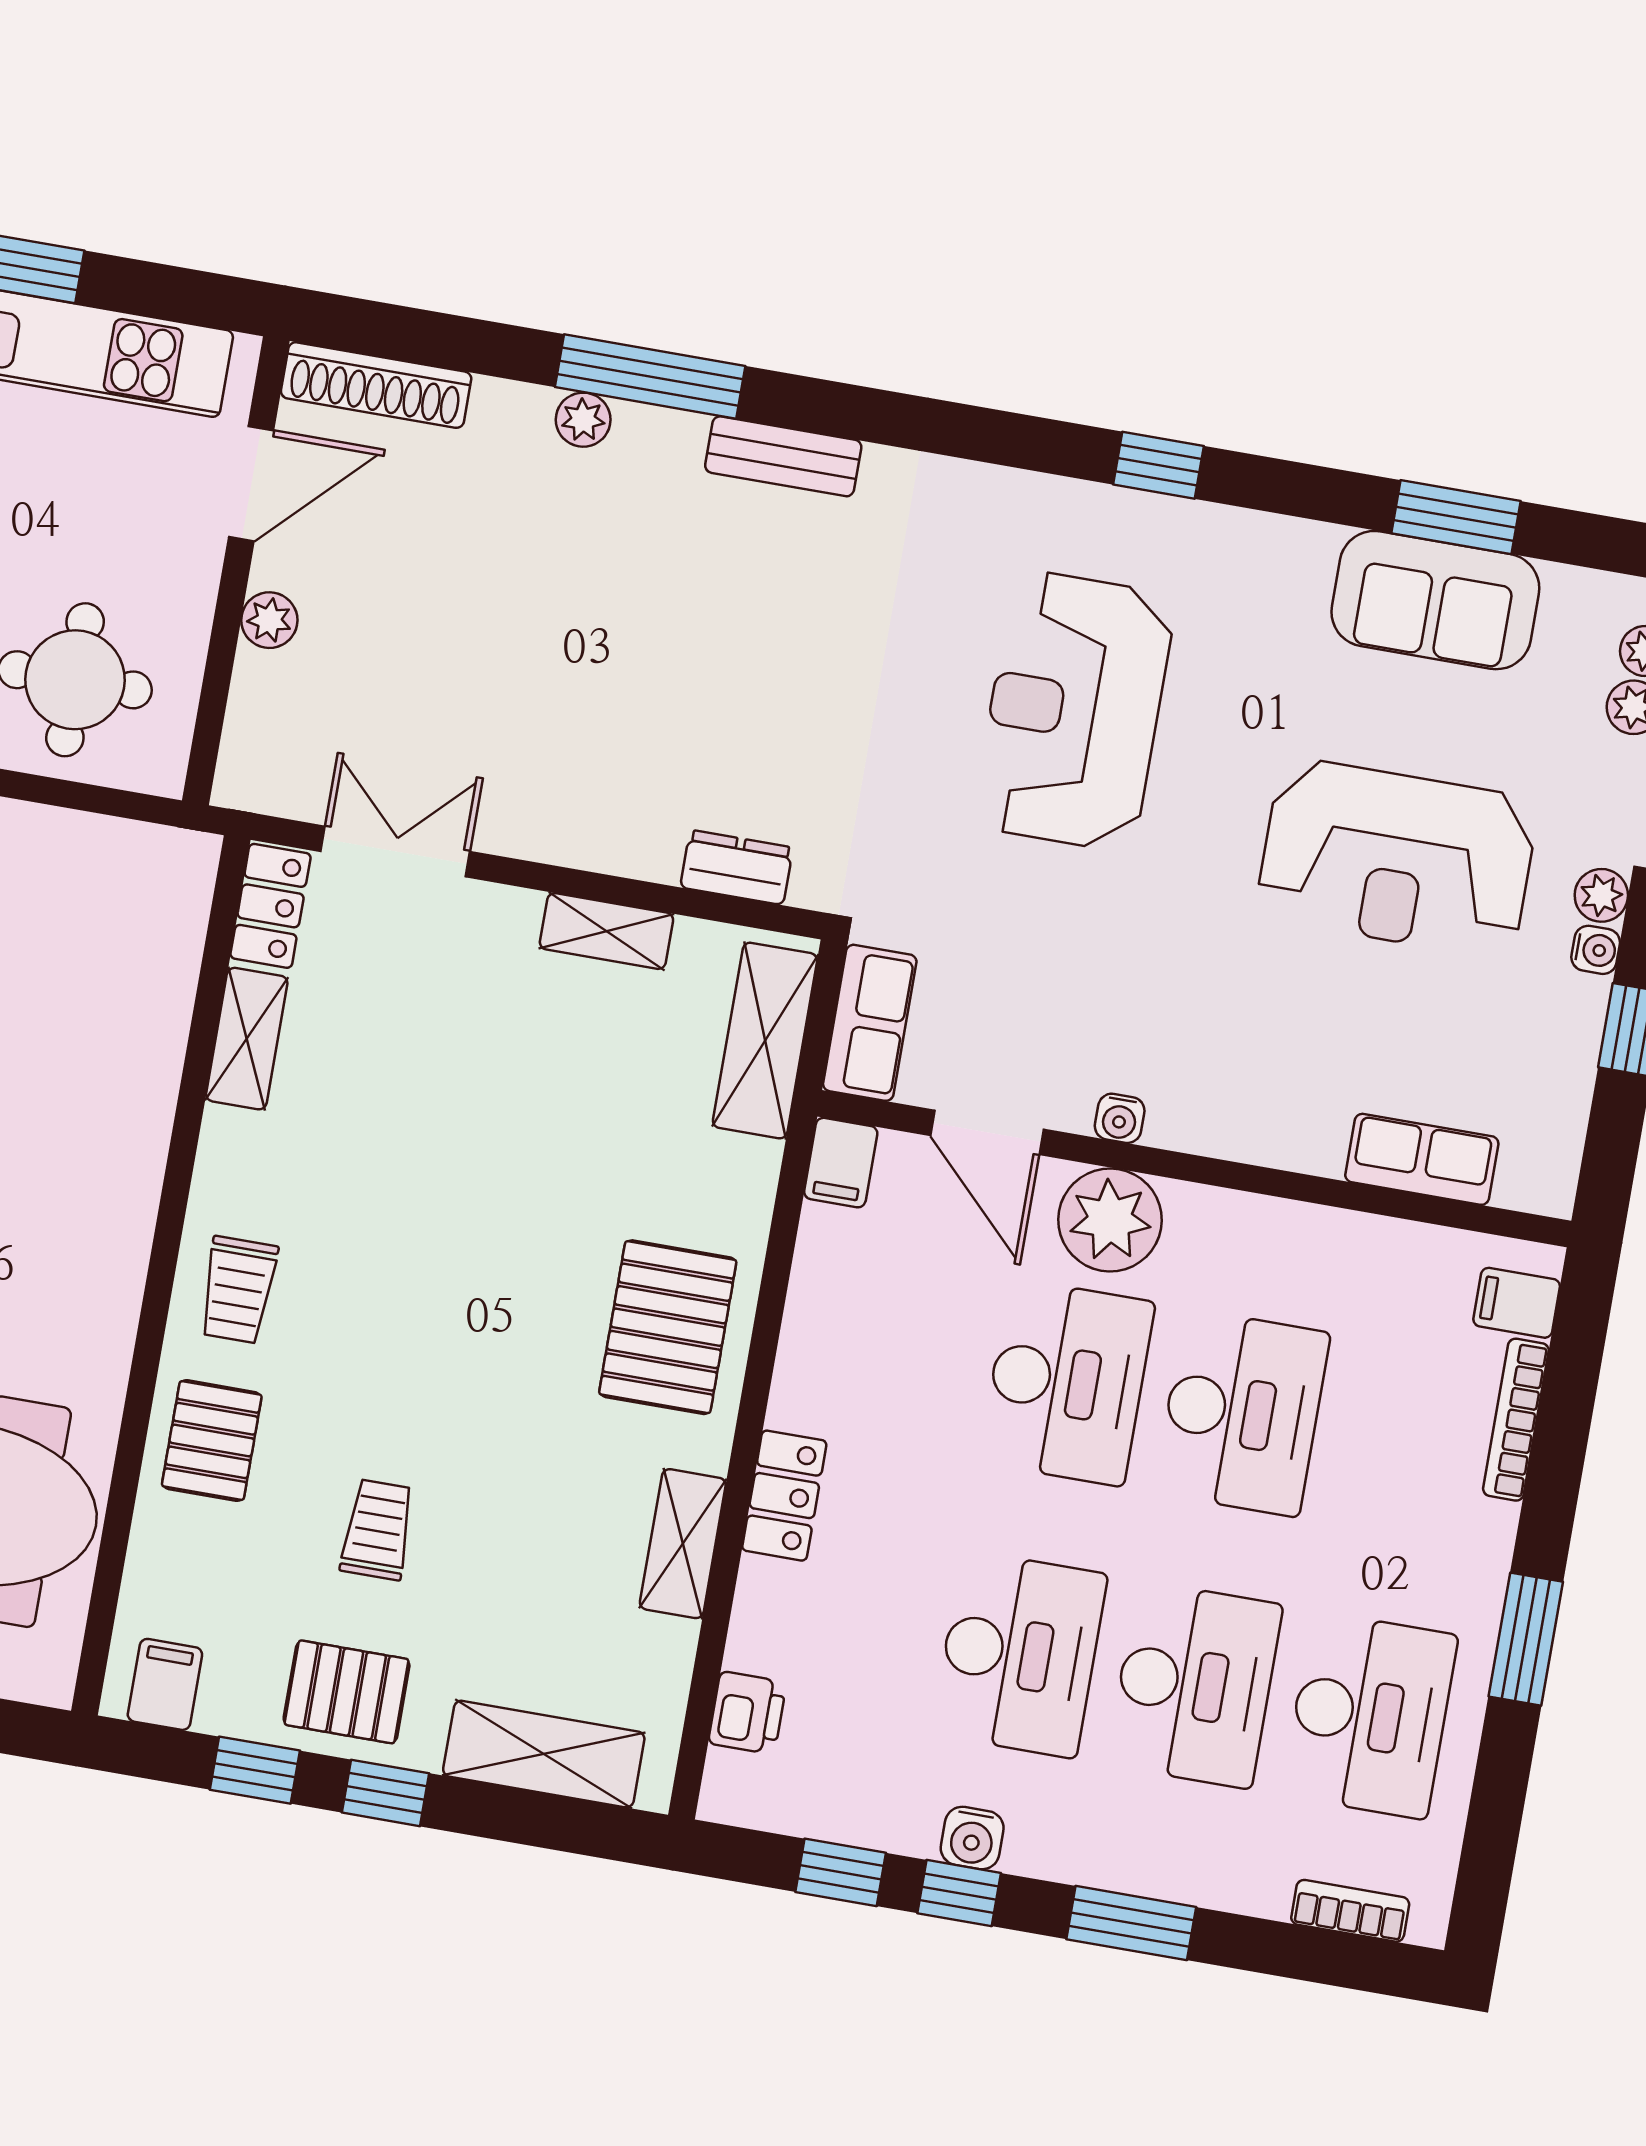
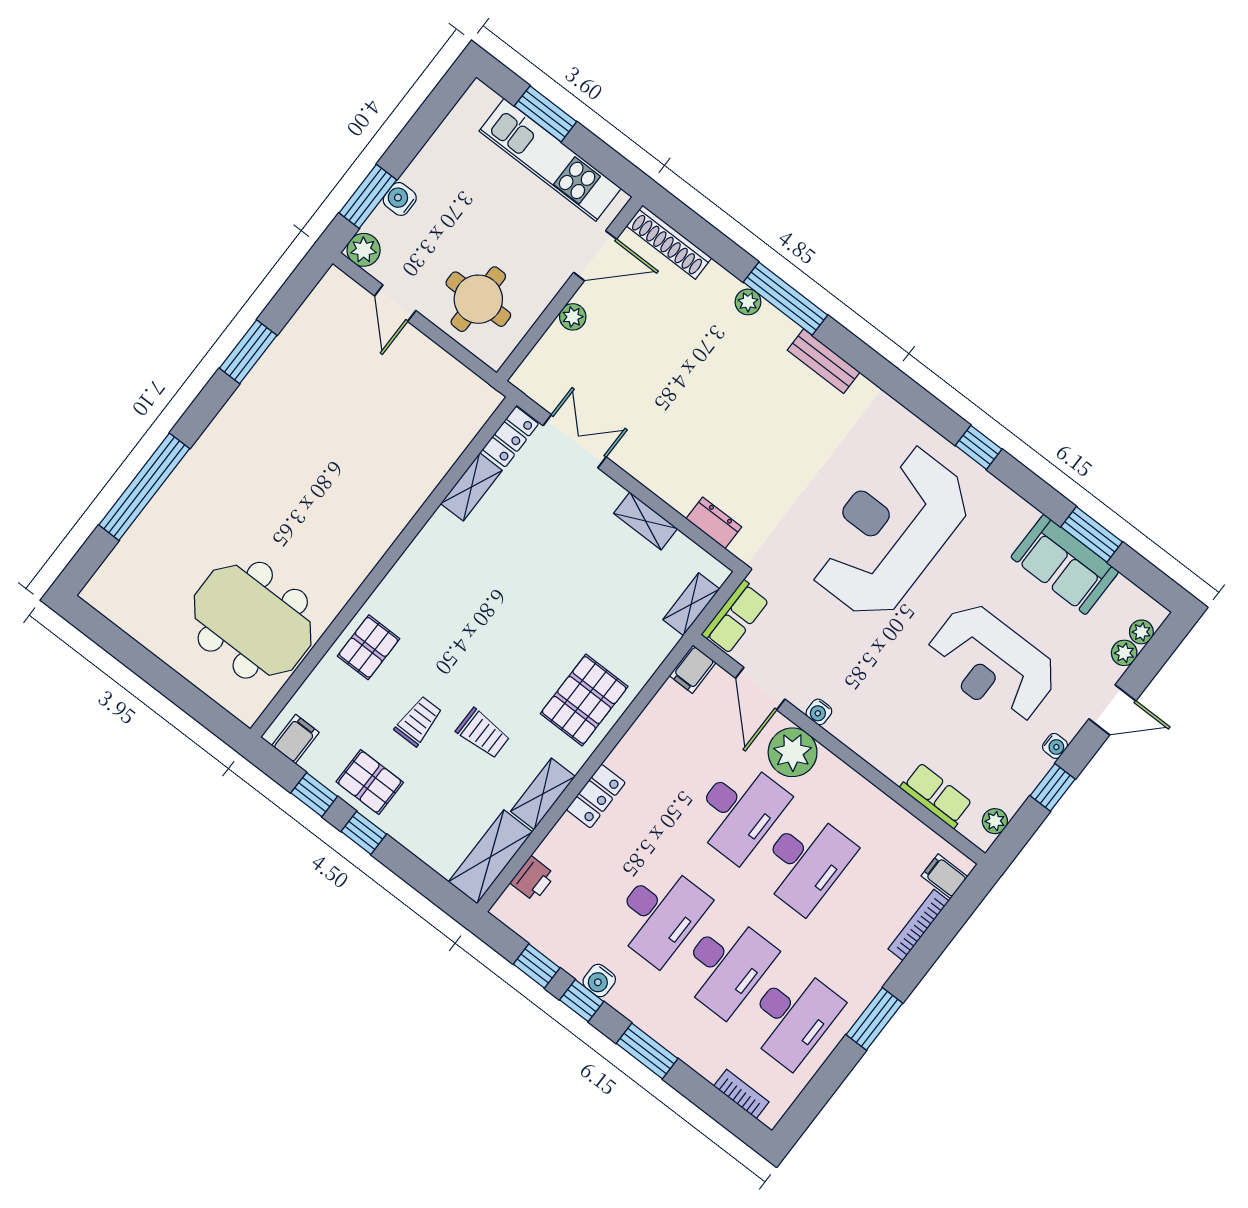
reception desk: (1074, 711) -> (889, 531), width x1.36, depth x1.30
plant: (1601, 895) -> (995, 821), moved
shelving: (765, 1041) -> (691, 604), width x0.67, depth x0.75
trolley: (238, 1290) -> (483, 733), moved, turned -90
shelving: (544, 1754) -> (490, 857), moved, turned 90

